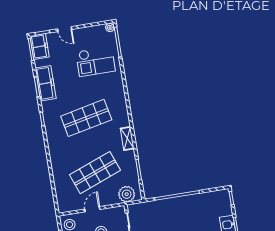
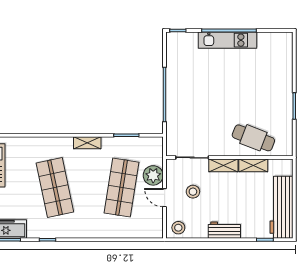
shop shelf: (95, 173) -> (122, 188), turned 30
plant: (127, 194) -> (153, 175), moved

